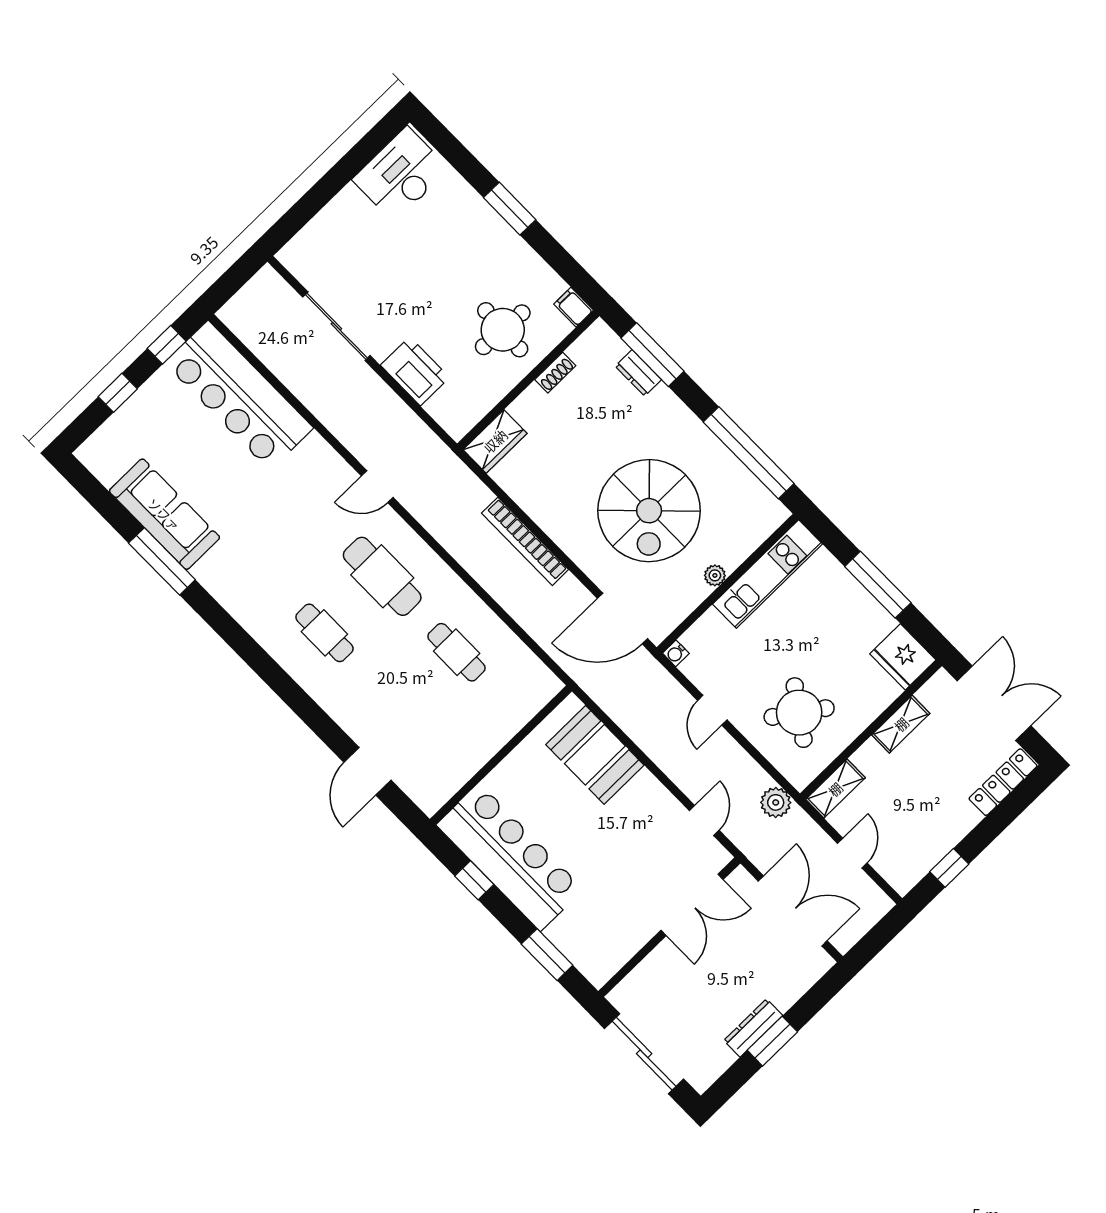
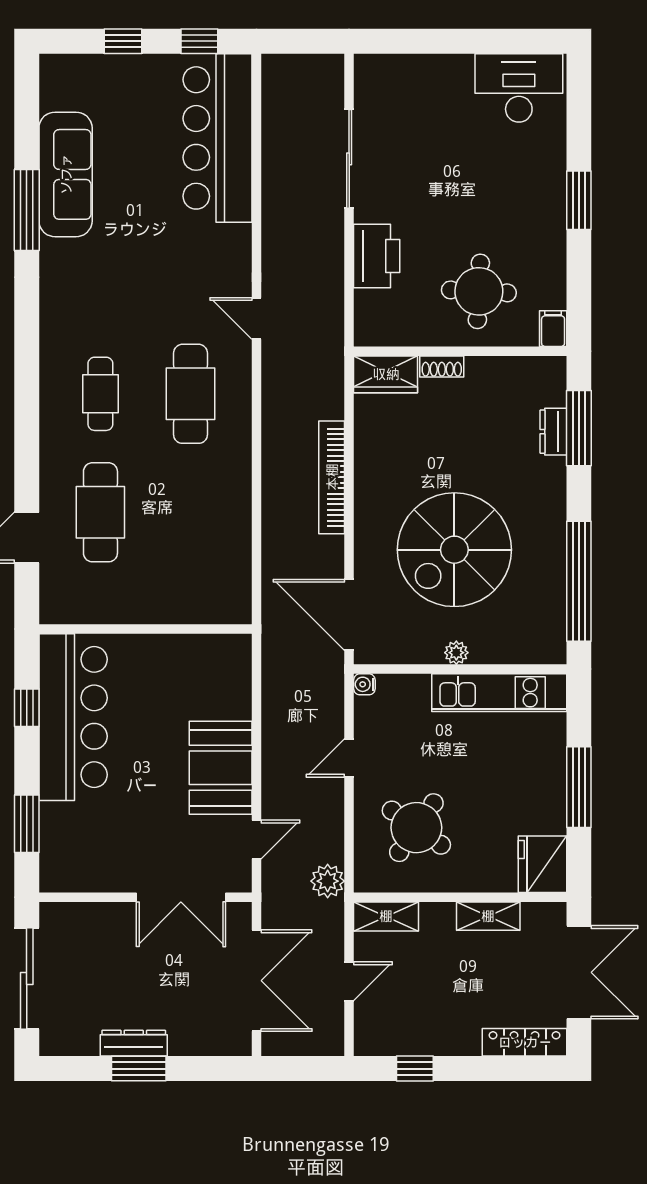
shoe rack: (555, 373) -> (442, 366), moved
cafe table: (457, 652) -> (100, 512), moved, width x1.37, depth x1.35
booth: (595, 755) -> (221, 768), moved

